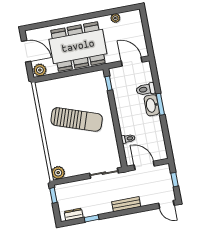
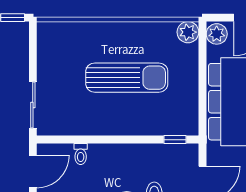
sun lounger: (77, 119) -> (127, 78), turned -109
plant: (58, 173) -> (188, 32), moved

